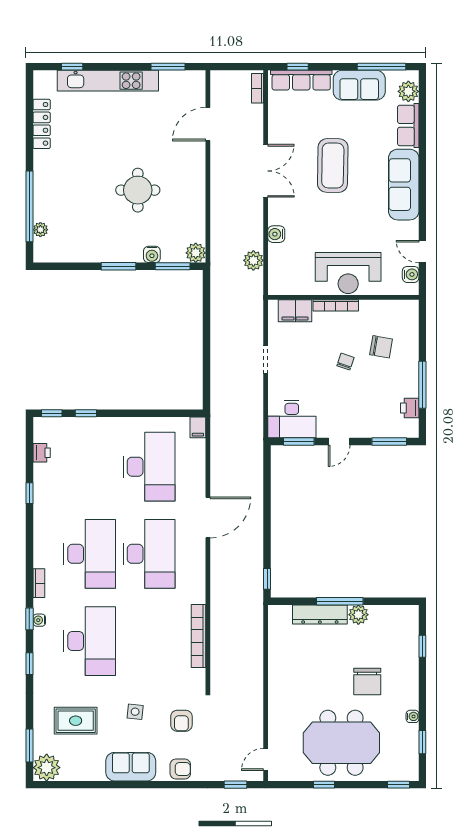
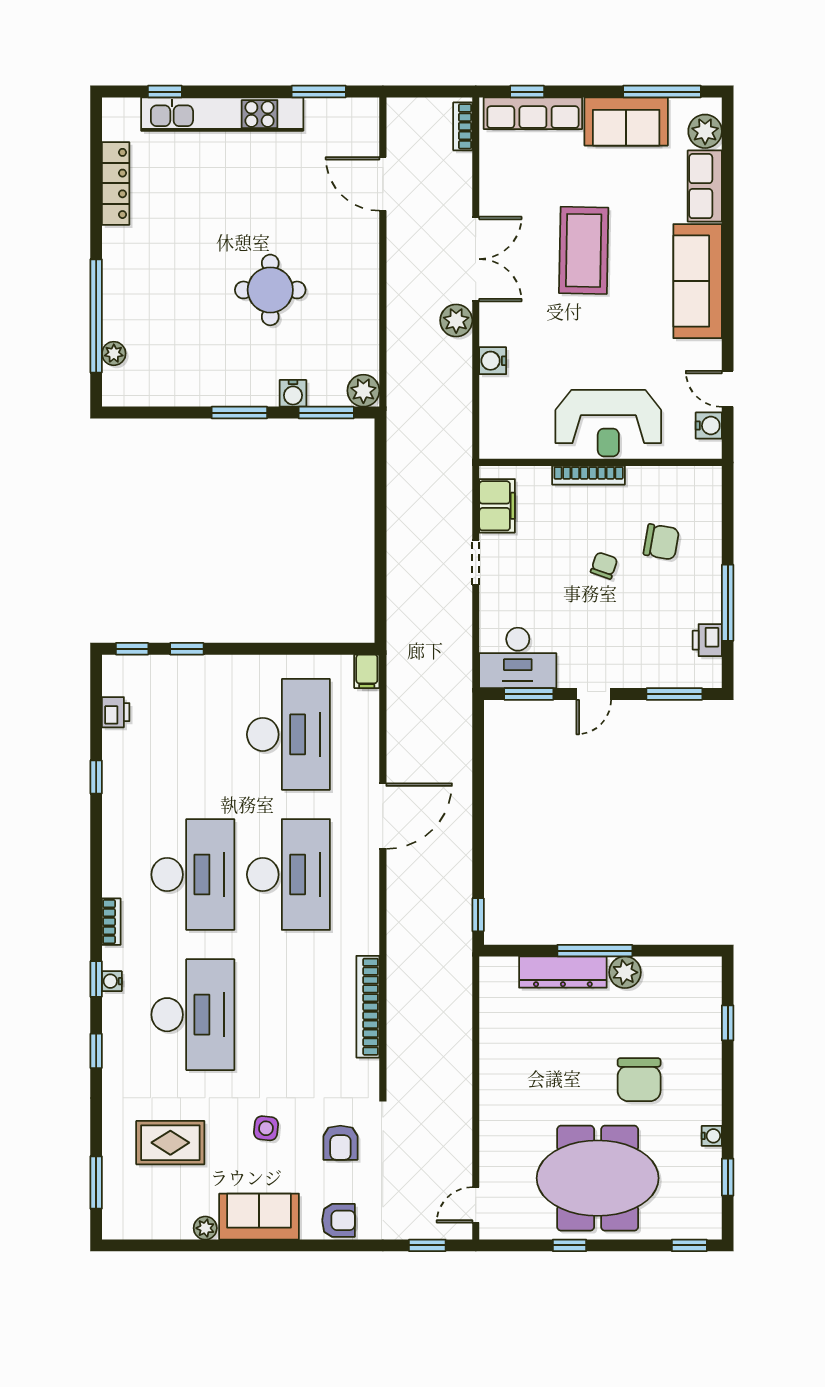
door: (208, 124) -> (383, 184), hinge flipped
plant: (253, 260) -> (456, 320), moved
filing cabinet: (295, 311) -> (497, 506), moved, turned -90
plant: (47, 768) -> (205, 1228), moved, width x0.53, depth x0.53

